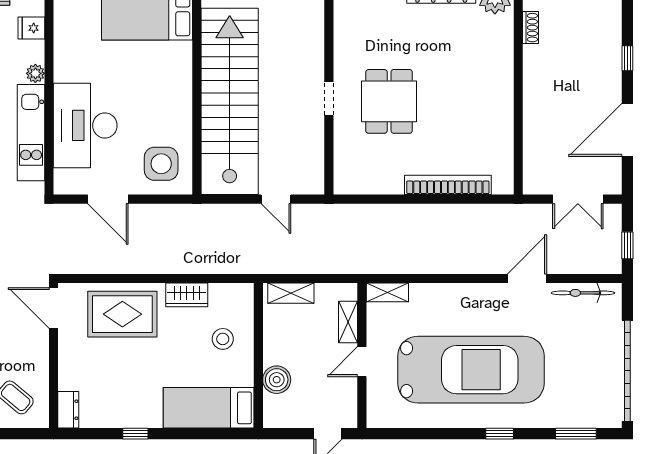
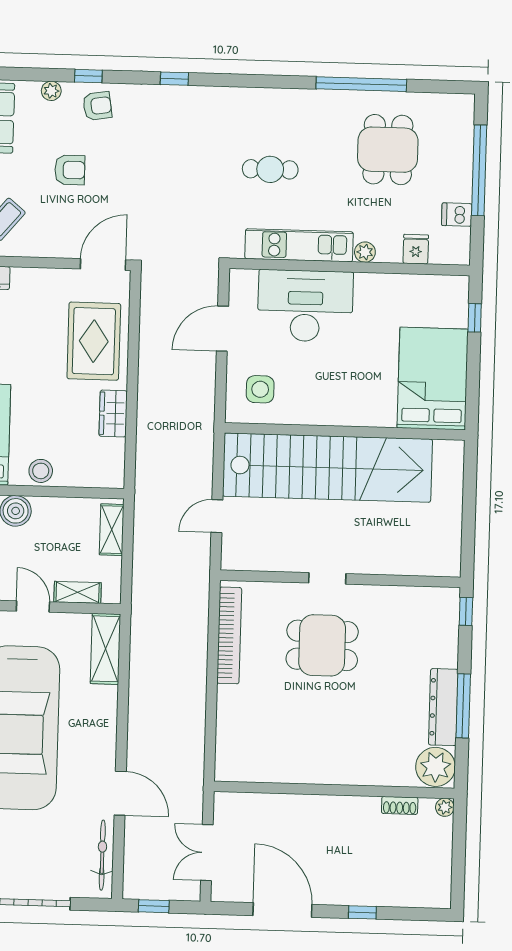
side table: (161, 164) -> (260, 389), width x0.73, depth x0.73
bookcase: (448, 185) -> (229, 635), moved
shelving: (387, 292) -> (105, 649), width x1.50, depth x1.33
stool: (223, 339) -> (41, 471), moved

